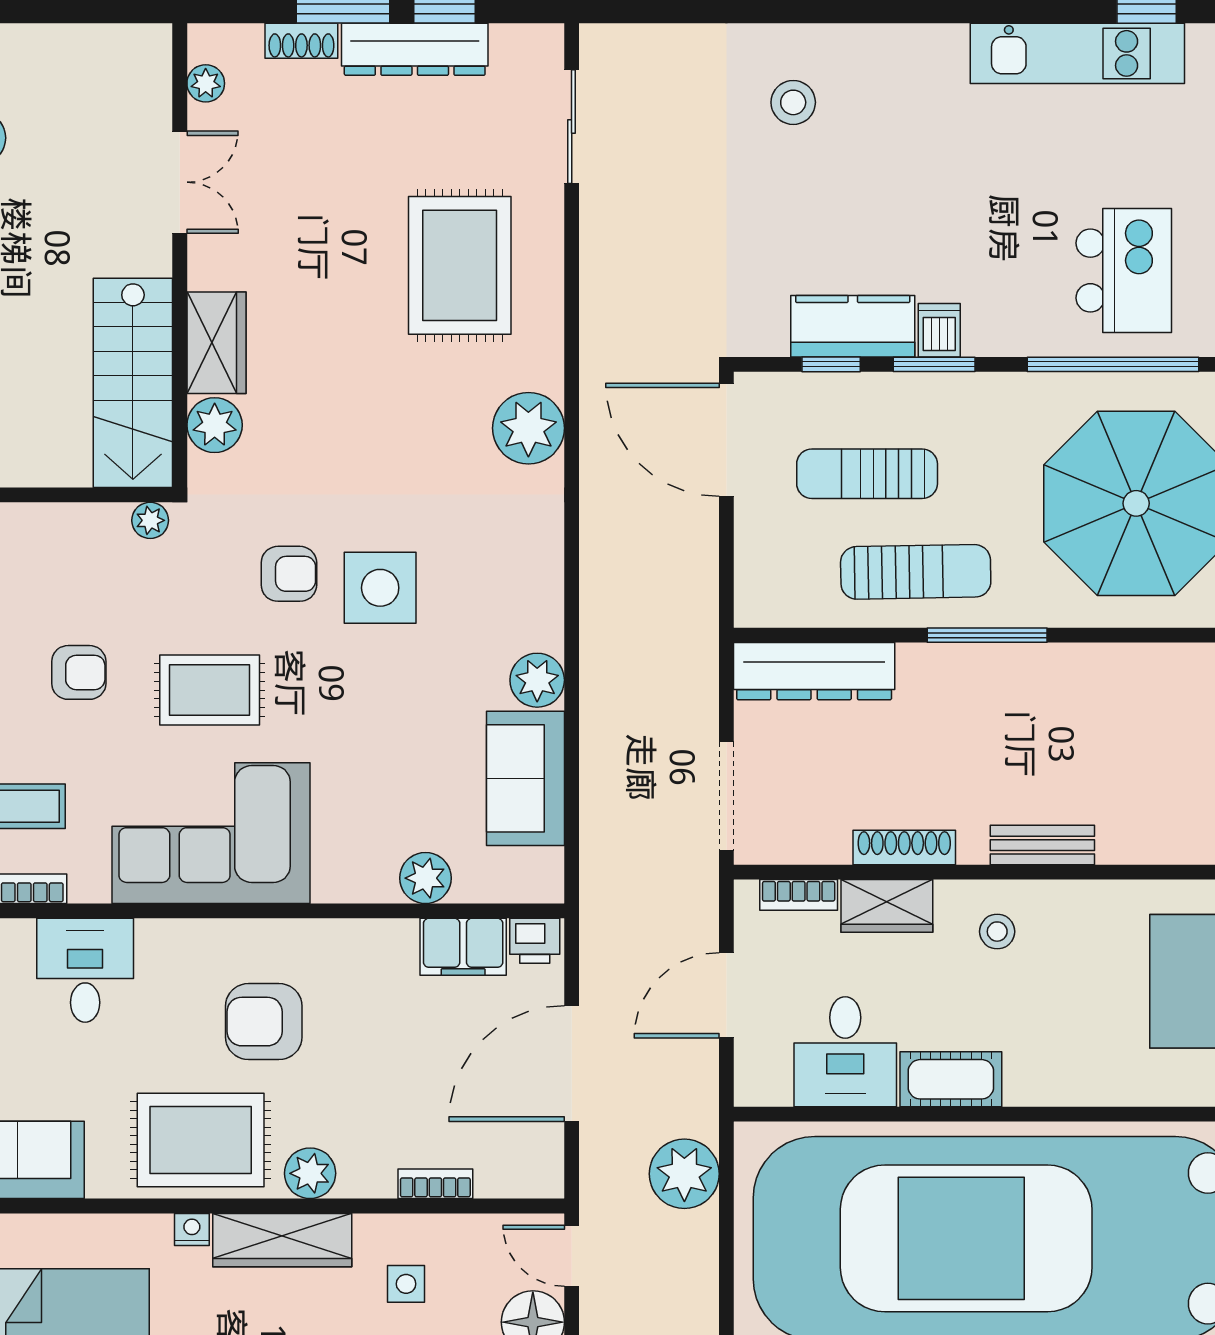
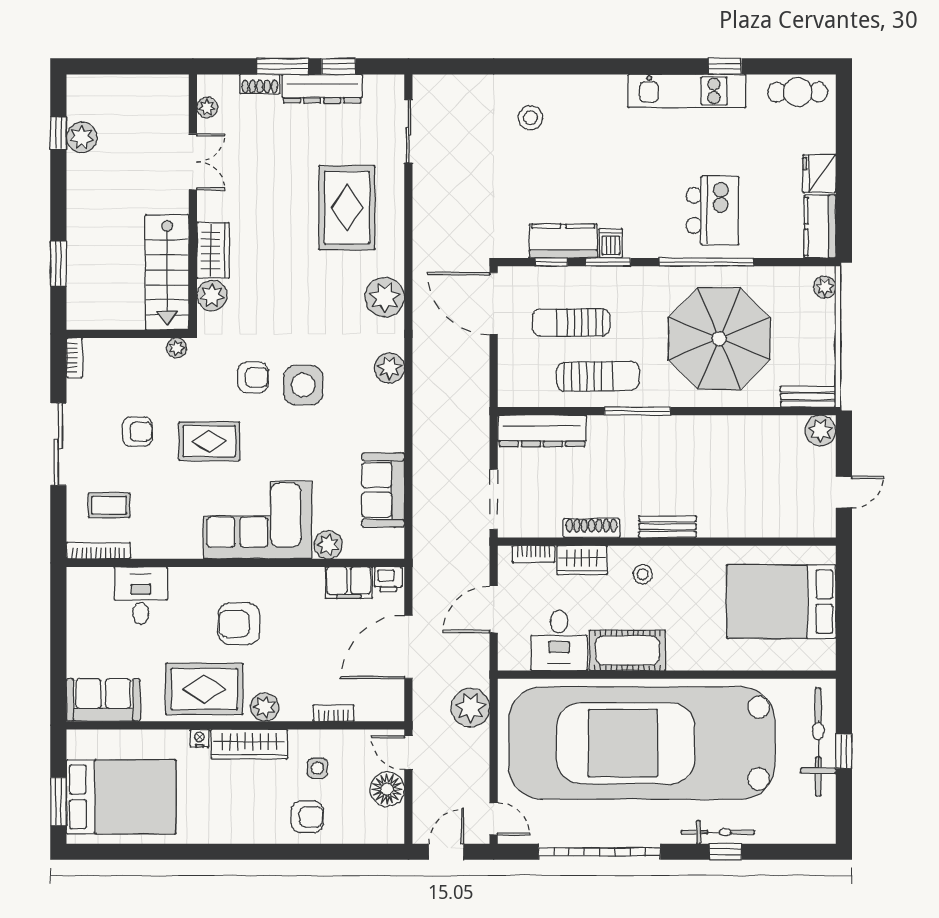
plant: (537, 680) -> (390, 368), moved
corner sofa: (211, 833) -> (257, 520), moved
cot: (951, 1079) -> (628, 650), width x1.37, depth x1.34

